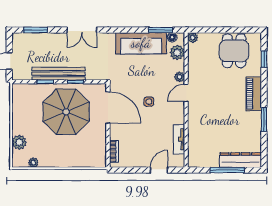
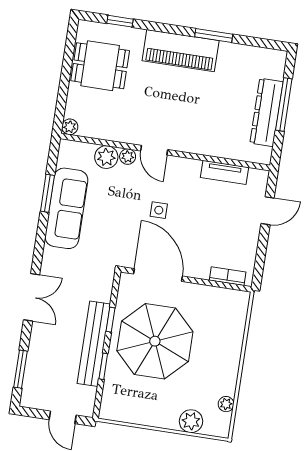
window: (161, 30) -> (47, 193), moved
floor lamp: (172, 37) -> (64, 159), removed
plant: (177, 52) -> (106, 157), moved
piano: (254, 94) -> (181, 51), width x1.37, depth x1.33
door: (108, 107) -> (158, 275), hinge flipped
dresser: (240, 160) -> (267, 112), moved
door: (159, 170) -> (268, 211), swing flipped

